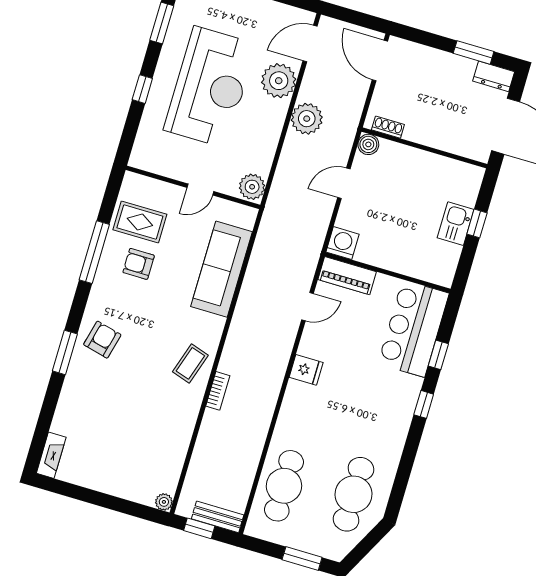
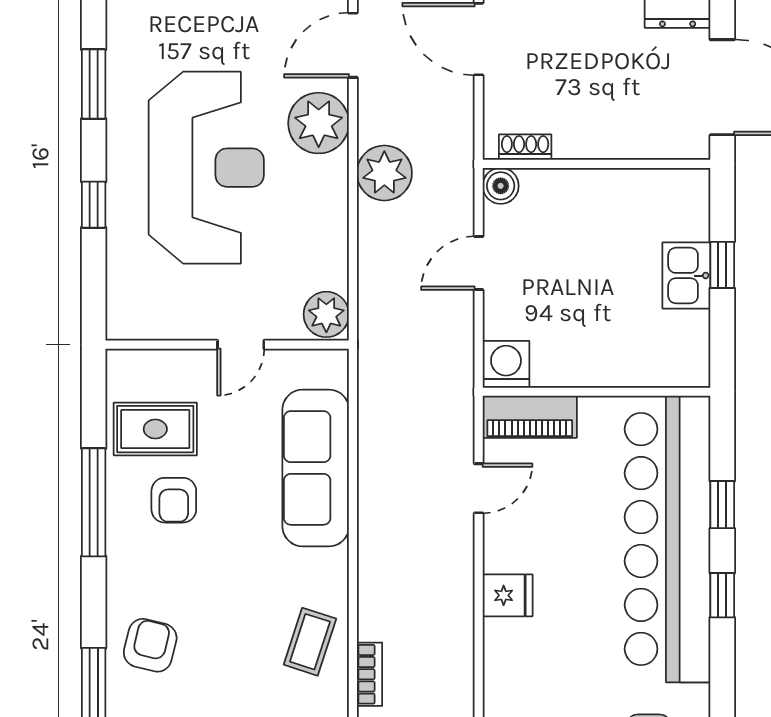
armchair: (139, 264) -> (174, 500), turned -90
bar counter: (414, 329) -> (668, 539), width x1.86

